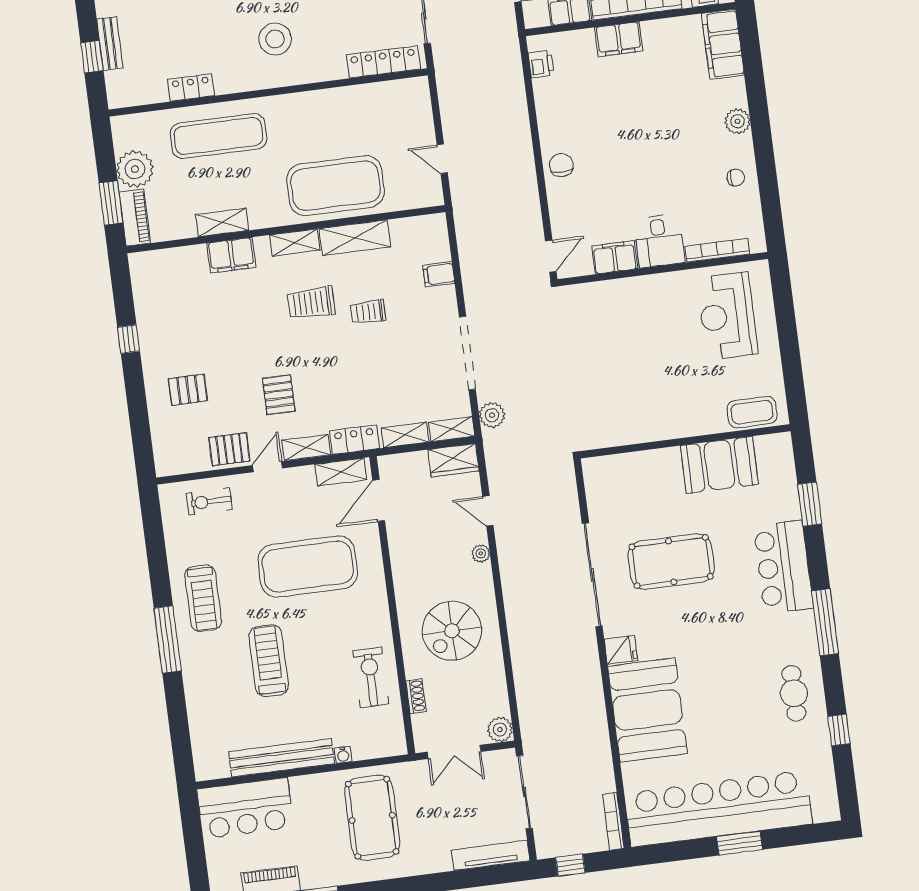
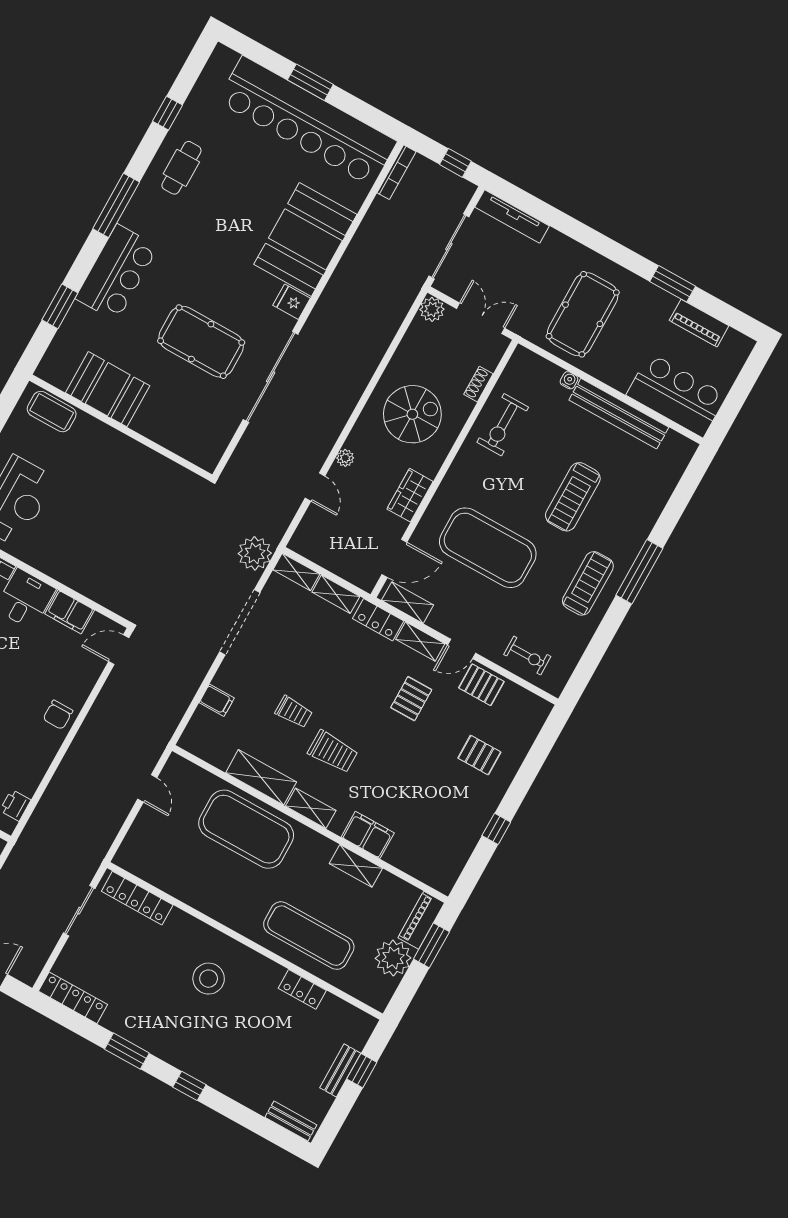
plant: (492, 415) -> (255, 553), width x1.36, depth x1.36
wardrobe: (453, 460) -> (410, 495), moved, turned -90

